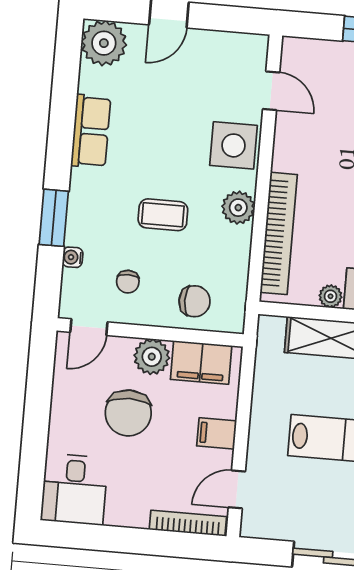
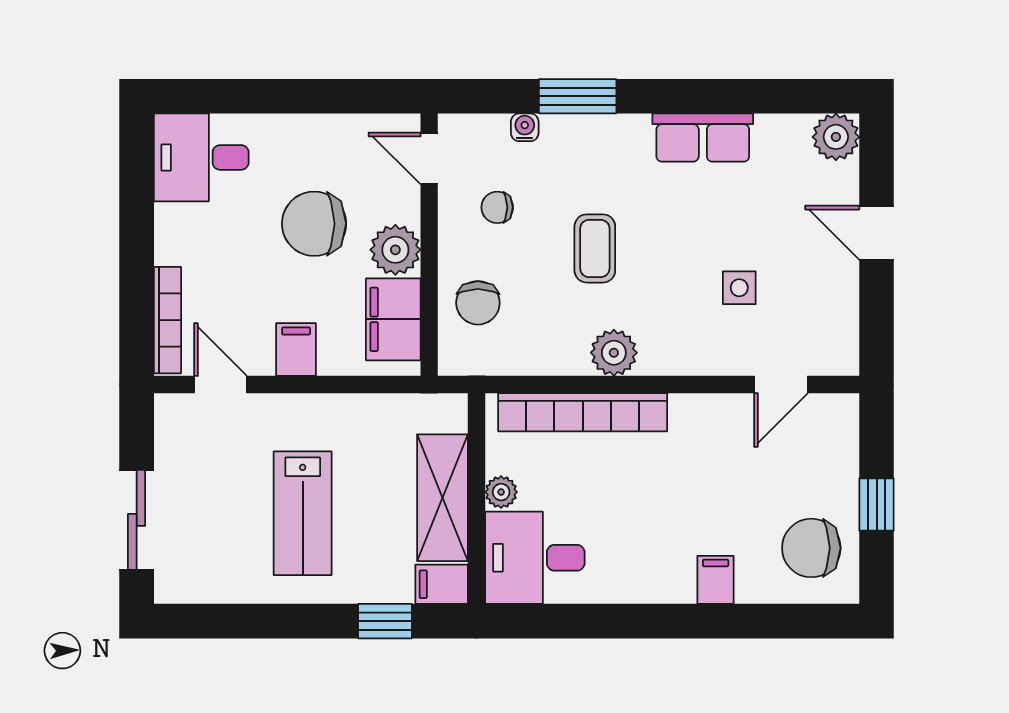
plant: (104, 43) -> (836, 137), width x0.73, depth x0.73
side table: (233, 145) -> (739, 288), moved, width x0.54, depth x0.54

